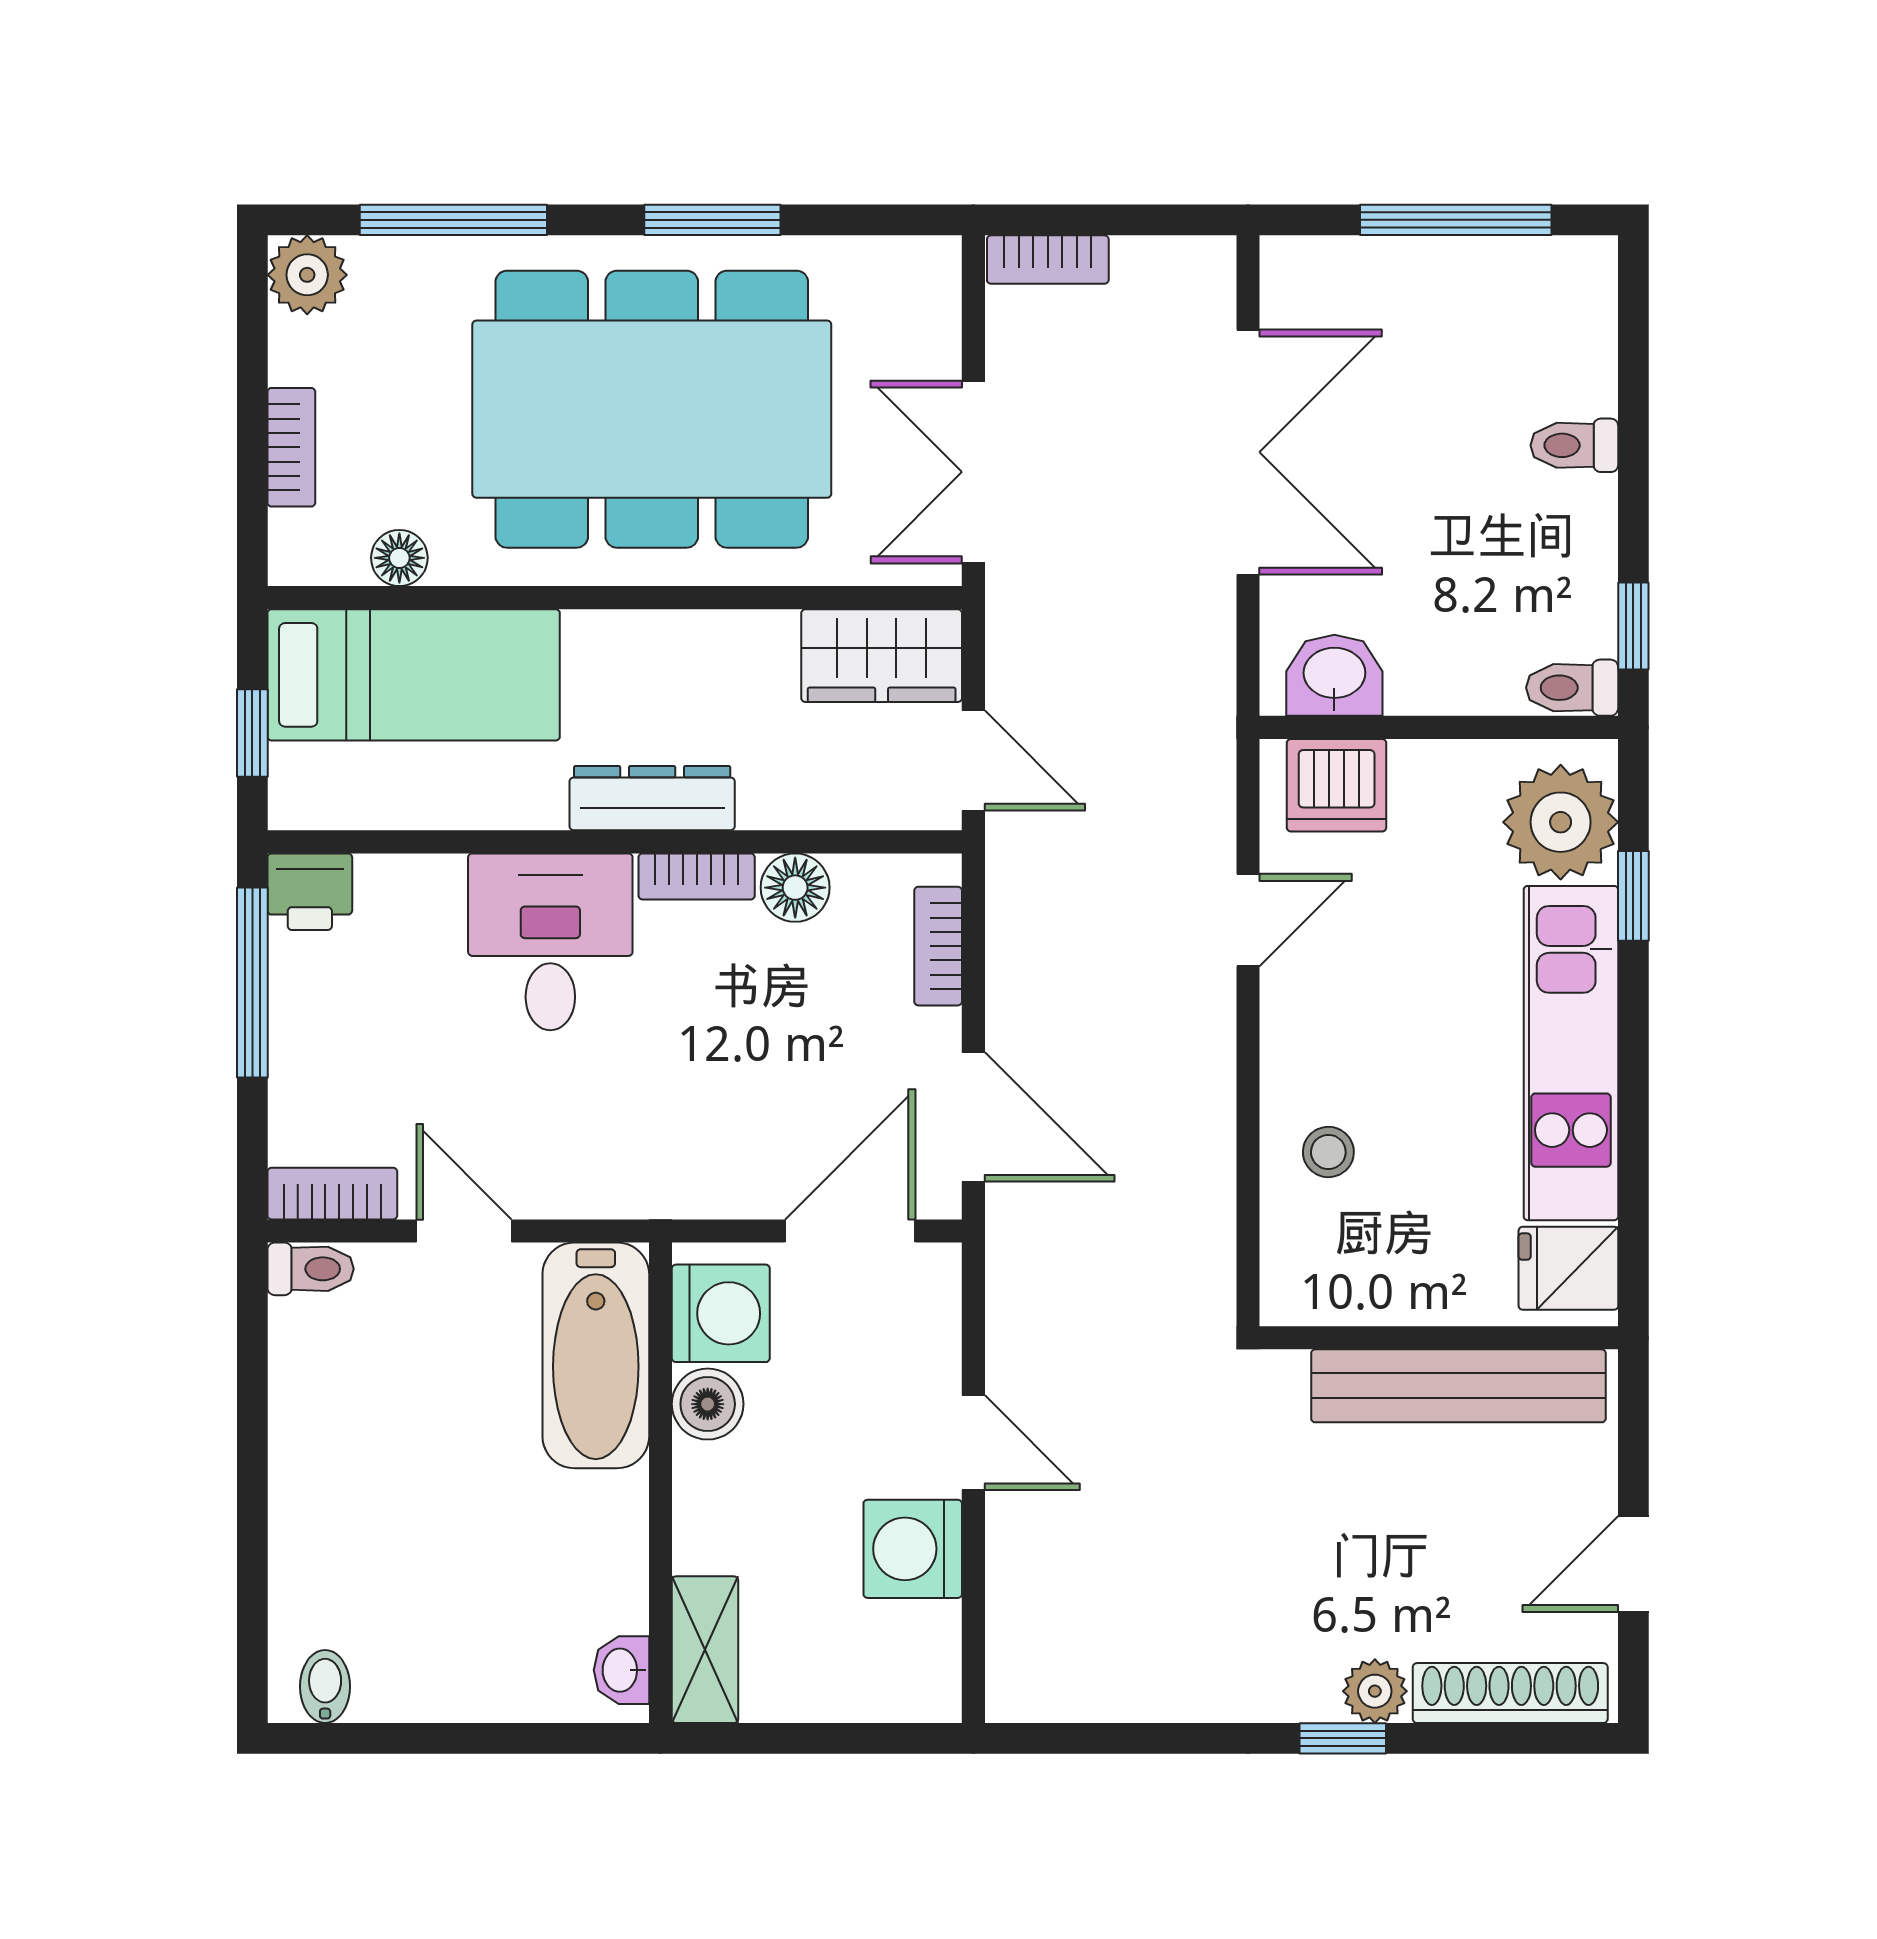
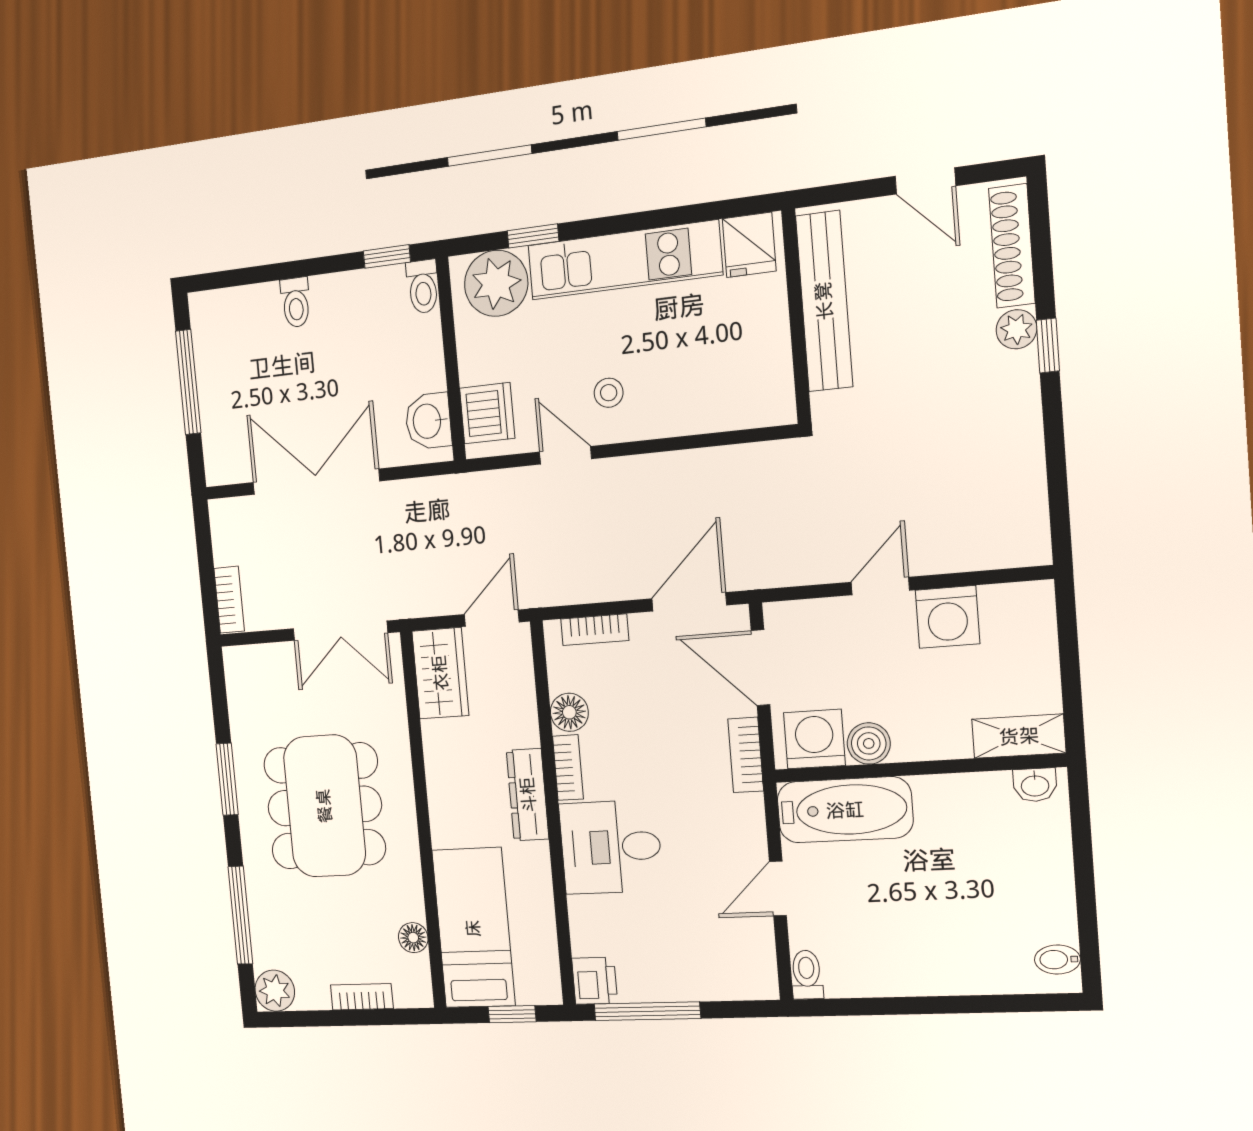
dining table: (652, 409) -> (324, 806), width x0.73, depth x0.80
stool: (1328, 1152) -> (609, 393), moved
bookcase: (332, 1194) -> (746, 755), moved

